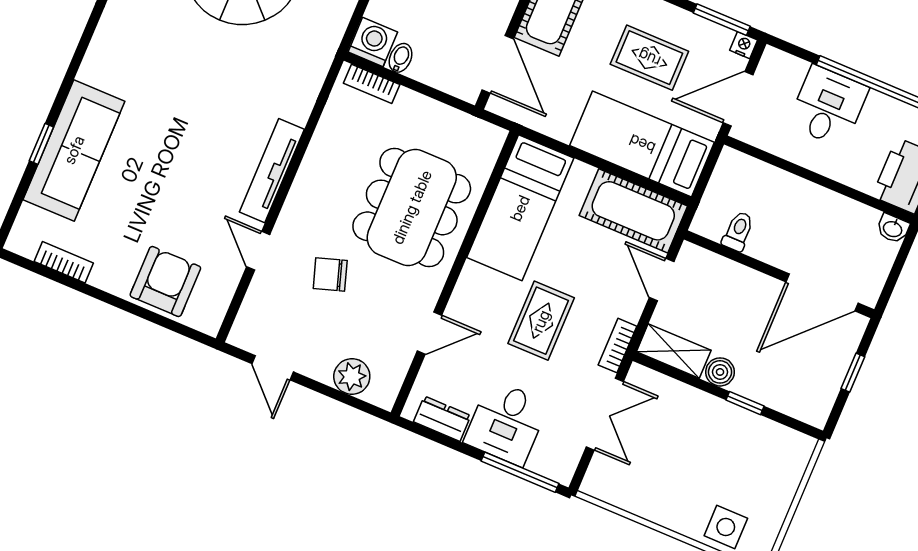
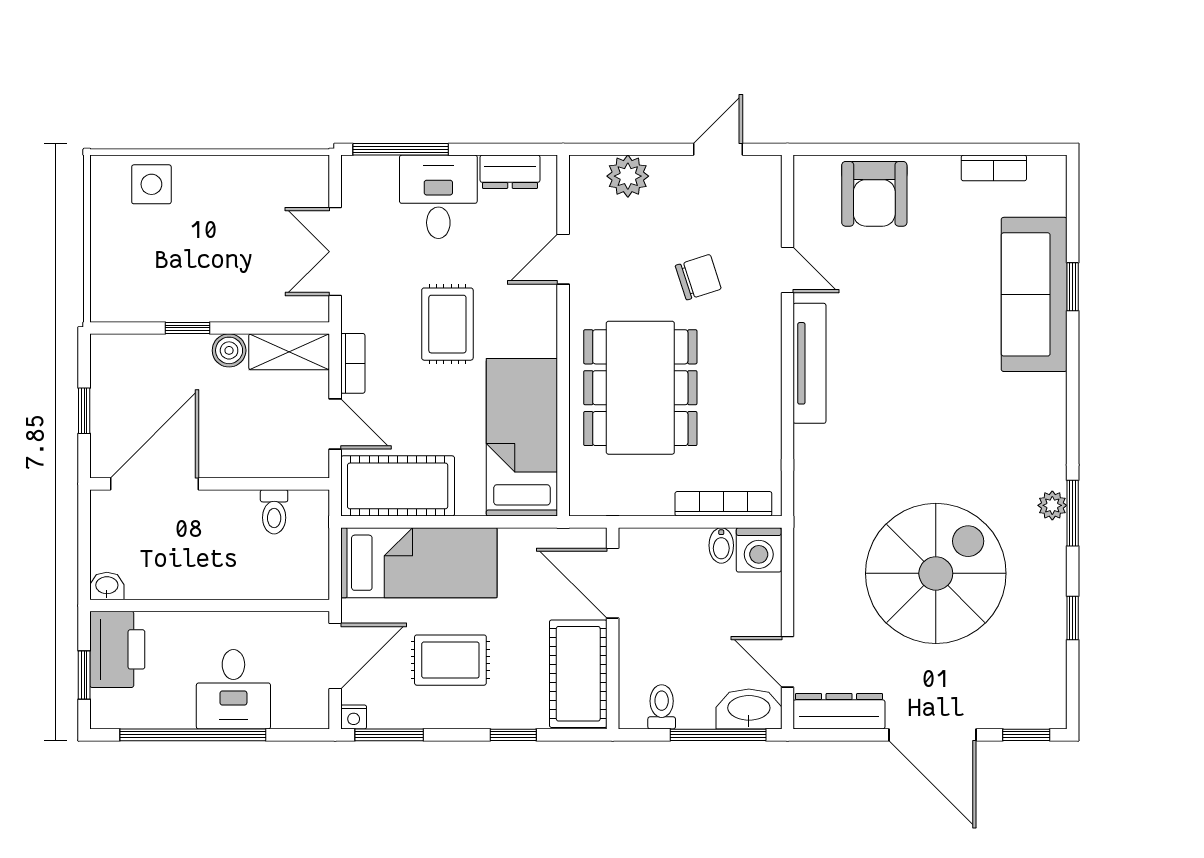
bookcase: (372, 84) -> (723, 504), width x1.56
bookcase: (617, 346) -> (353, 363), moved
door: (273, 368) -> (718, 149), hinge flipped

